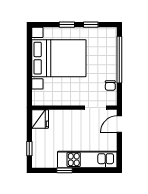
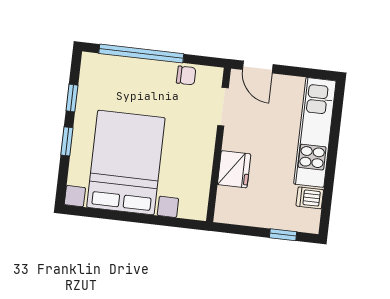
fridge: (40, 119) -> (234, 169), moved, turned 90
dishwasher: (51, 161) -> (310, 198), added
window: (64, 170) -> (330, 176), removed

